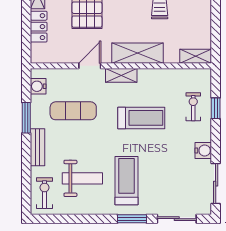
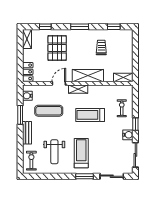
locker: (39, 27) -> (28, 72), moved
window: (216, 108) -> (135, 124), moved
treadmill: (141, 118) -> (90, 115), turned 180
weight bench: (82, 178) -> (54, 152), turned 90

